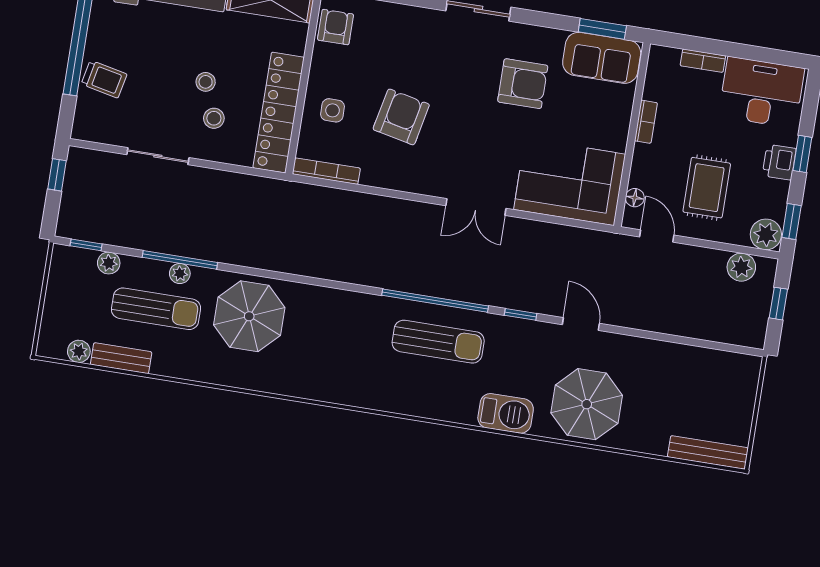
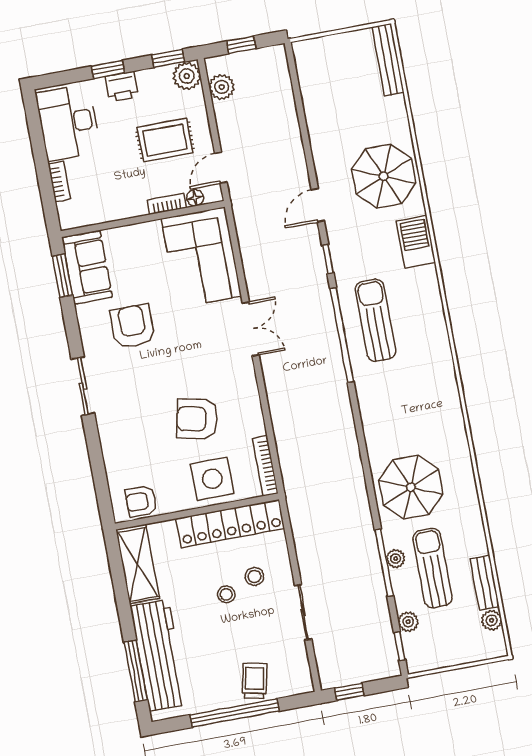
side table: (332, 110) -> (212, 479), width x1.87, depth x1.87
bookcase: (646, 122) -> (167, 204), moved

